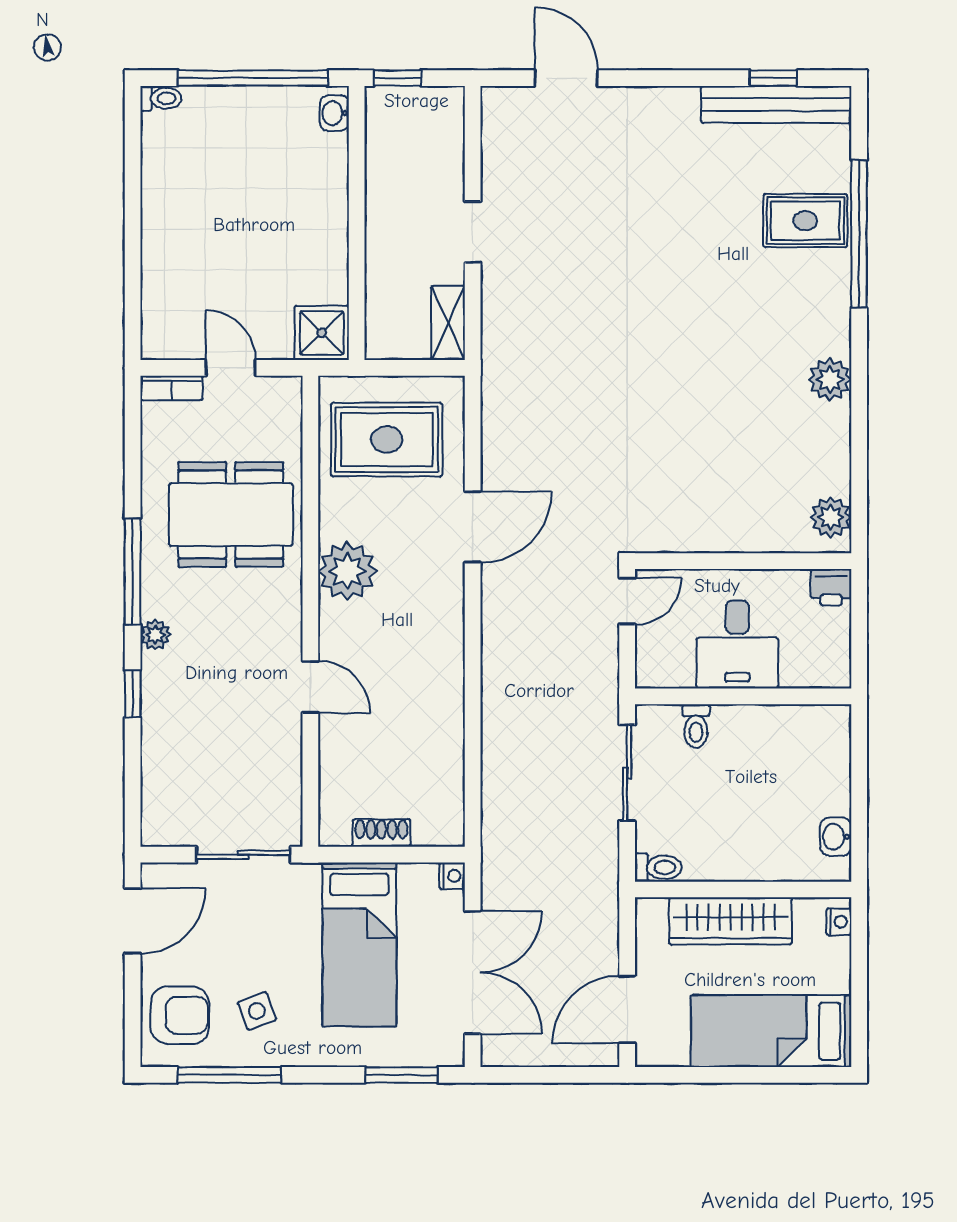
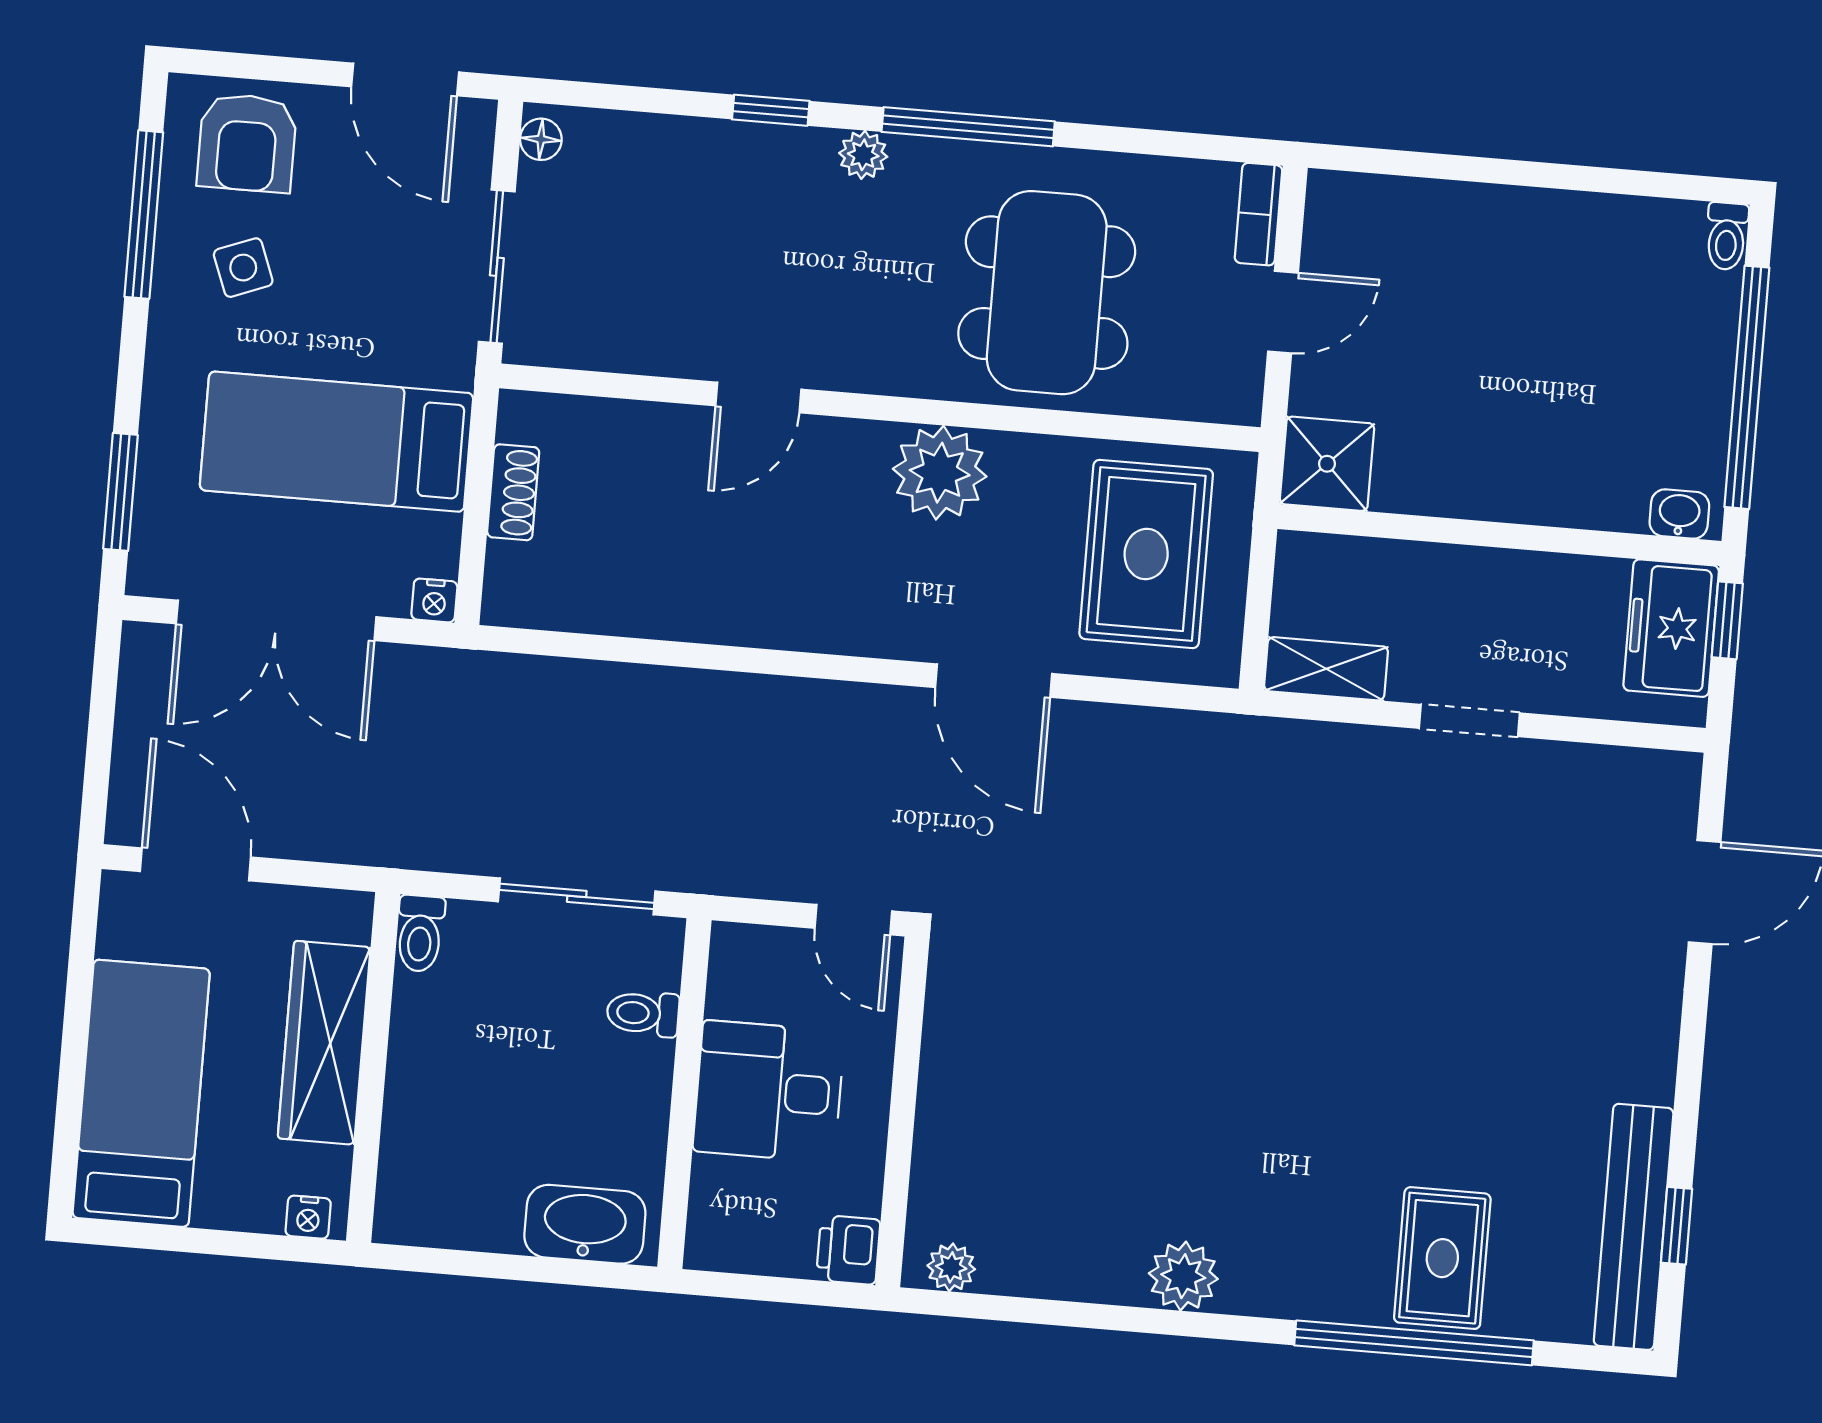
freezer: (405, 112) -> (1671, 628), added
plant: (831, 517) -> (951, 1267), width x0.73, depth x0.73
floor lamp: (162, 834) -> (541, 139), added
washbasin: (836, 837) -> (585, 1224), moved, width x1.91, depth x1.45

